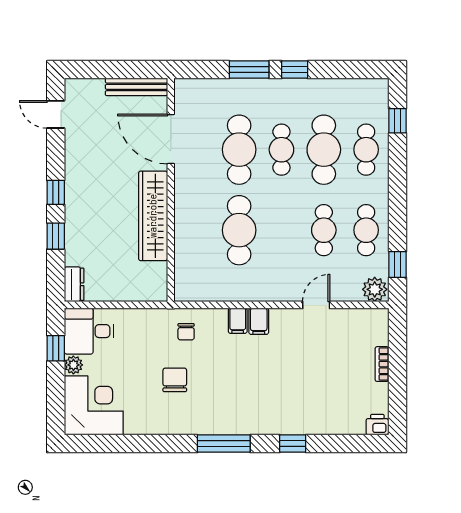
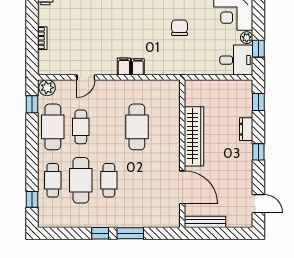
cafe table: (239, 150) -> (137, 180), removed
cafe table: (366, 230) -> (53, 127), width x1.37, depth x1.35
window: (56, 236) -> (258, 102), moved
dresser: (74, 284) -> (246, 129), moved
chair: (186, 332) -> (172, 60), removed
chair: (175, 380) -> (180, 28), turned 180

